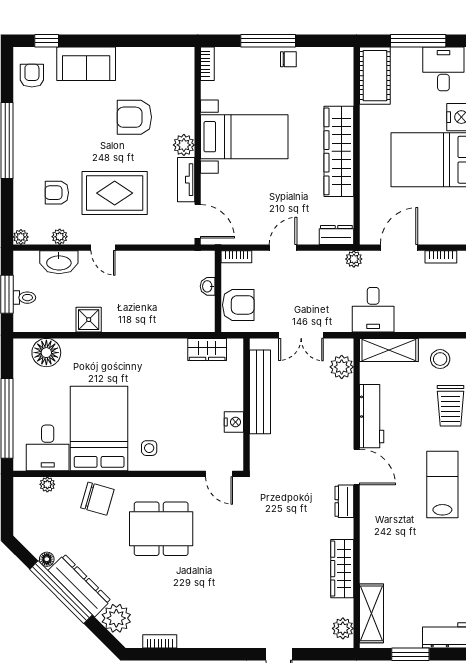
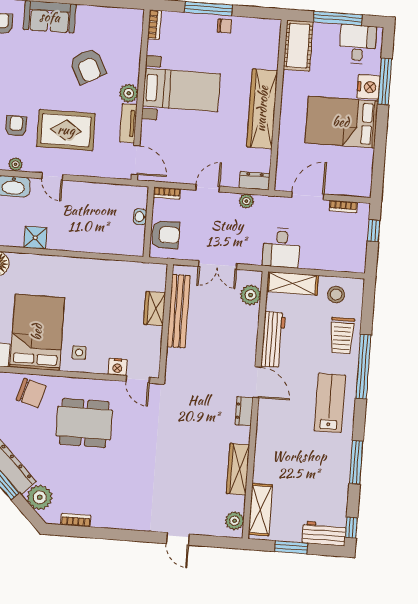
armchair: (134, 117) -> (88, 66), turned -118
armchair: (57, 193) -> (16, 126), turned 90
plant: (354, 259) -> (246, 201), moved
wardrobe: (207, 349) -> (155, 309), moved, turned 90
nightstand: (234, 422) -> (117, 367), moved, turned 90

